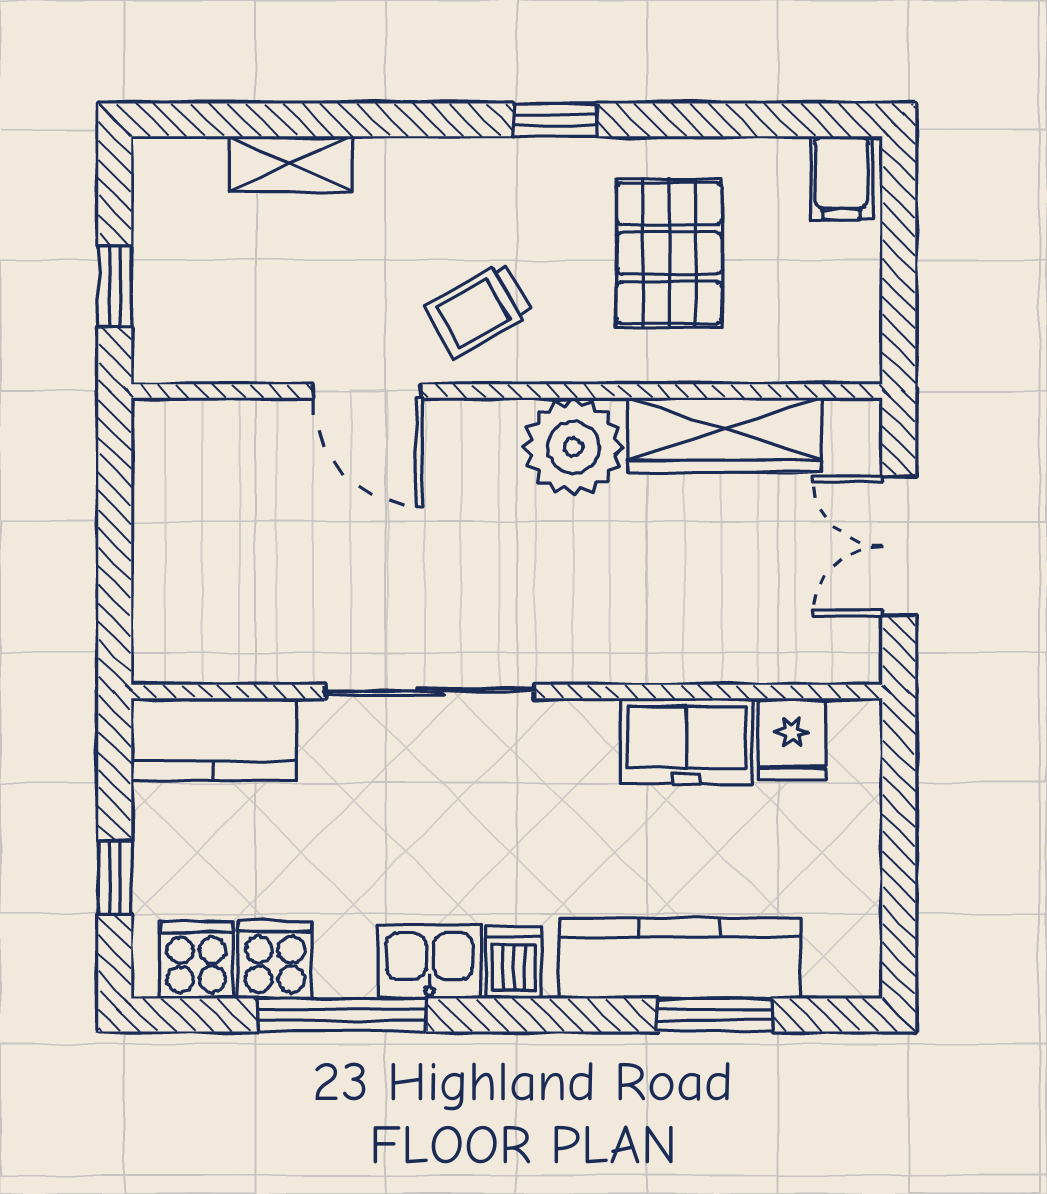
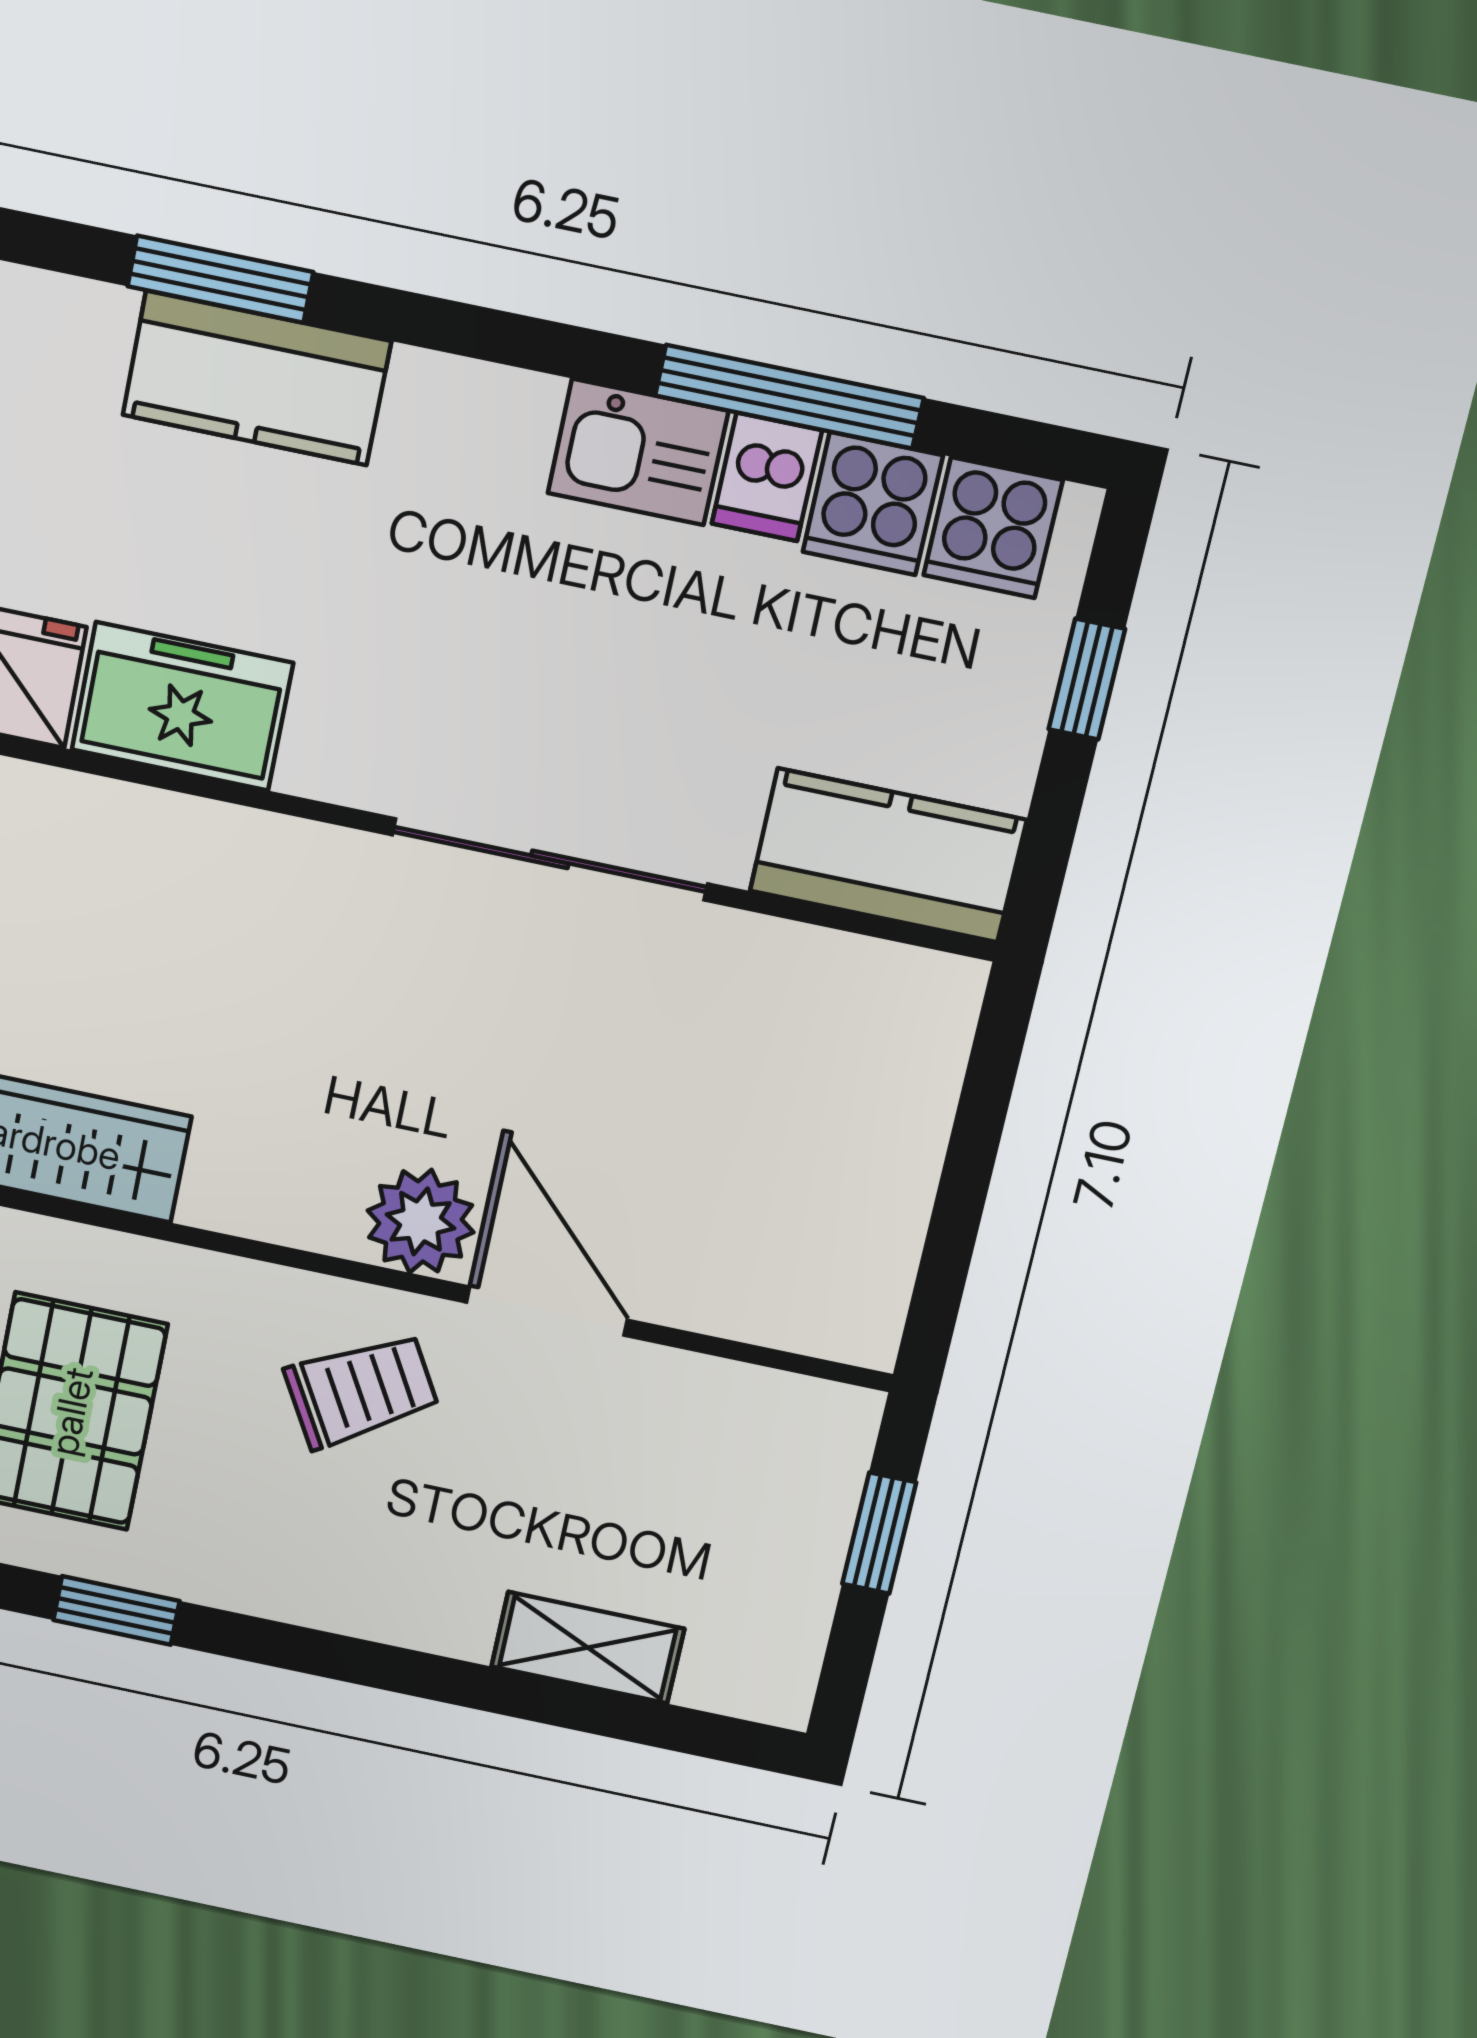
window: (555, 120) -> (116, 1610), moved
plant: (573, 447) -> (421, 1221), moved, width x0.73, depth x0.73
kitchen counter: (680, 958) -> (257, 378), width x0.67
dishwasher: (514, 963) -> (767, 477), moved

